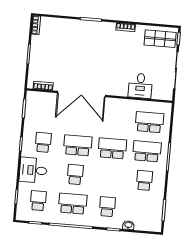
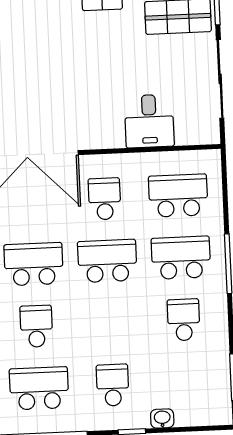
school desk: (115, 119) -> (105, 199), added

